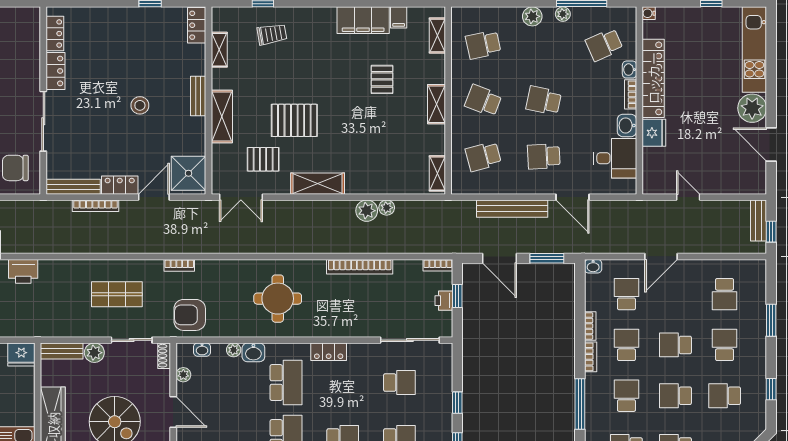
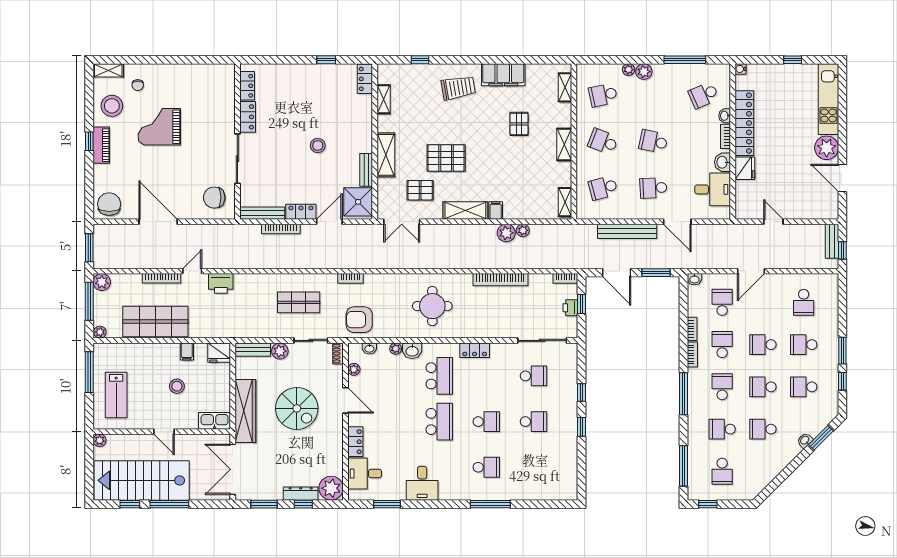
plant: (563, 14) -> (629, 70), moved
filing cabinet: (399, 17) -> (496, 210), moved, turned 180
trolley: (272, 34) -> (458, 88), moved, width x1.36, depth x1.39
bench: (198, 96) -> (366, 170), moved
window: (771, 320) -> (842, 351), moved
school desk: (725, 345) -> (804, 345), turned -90

